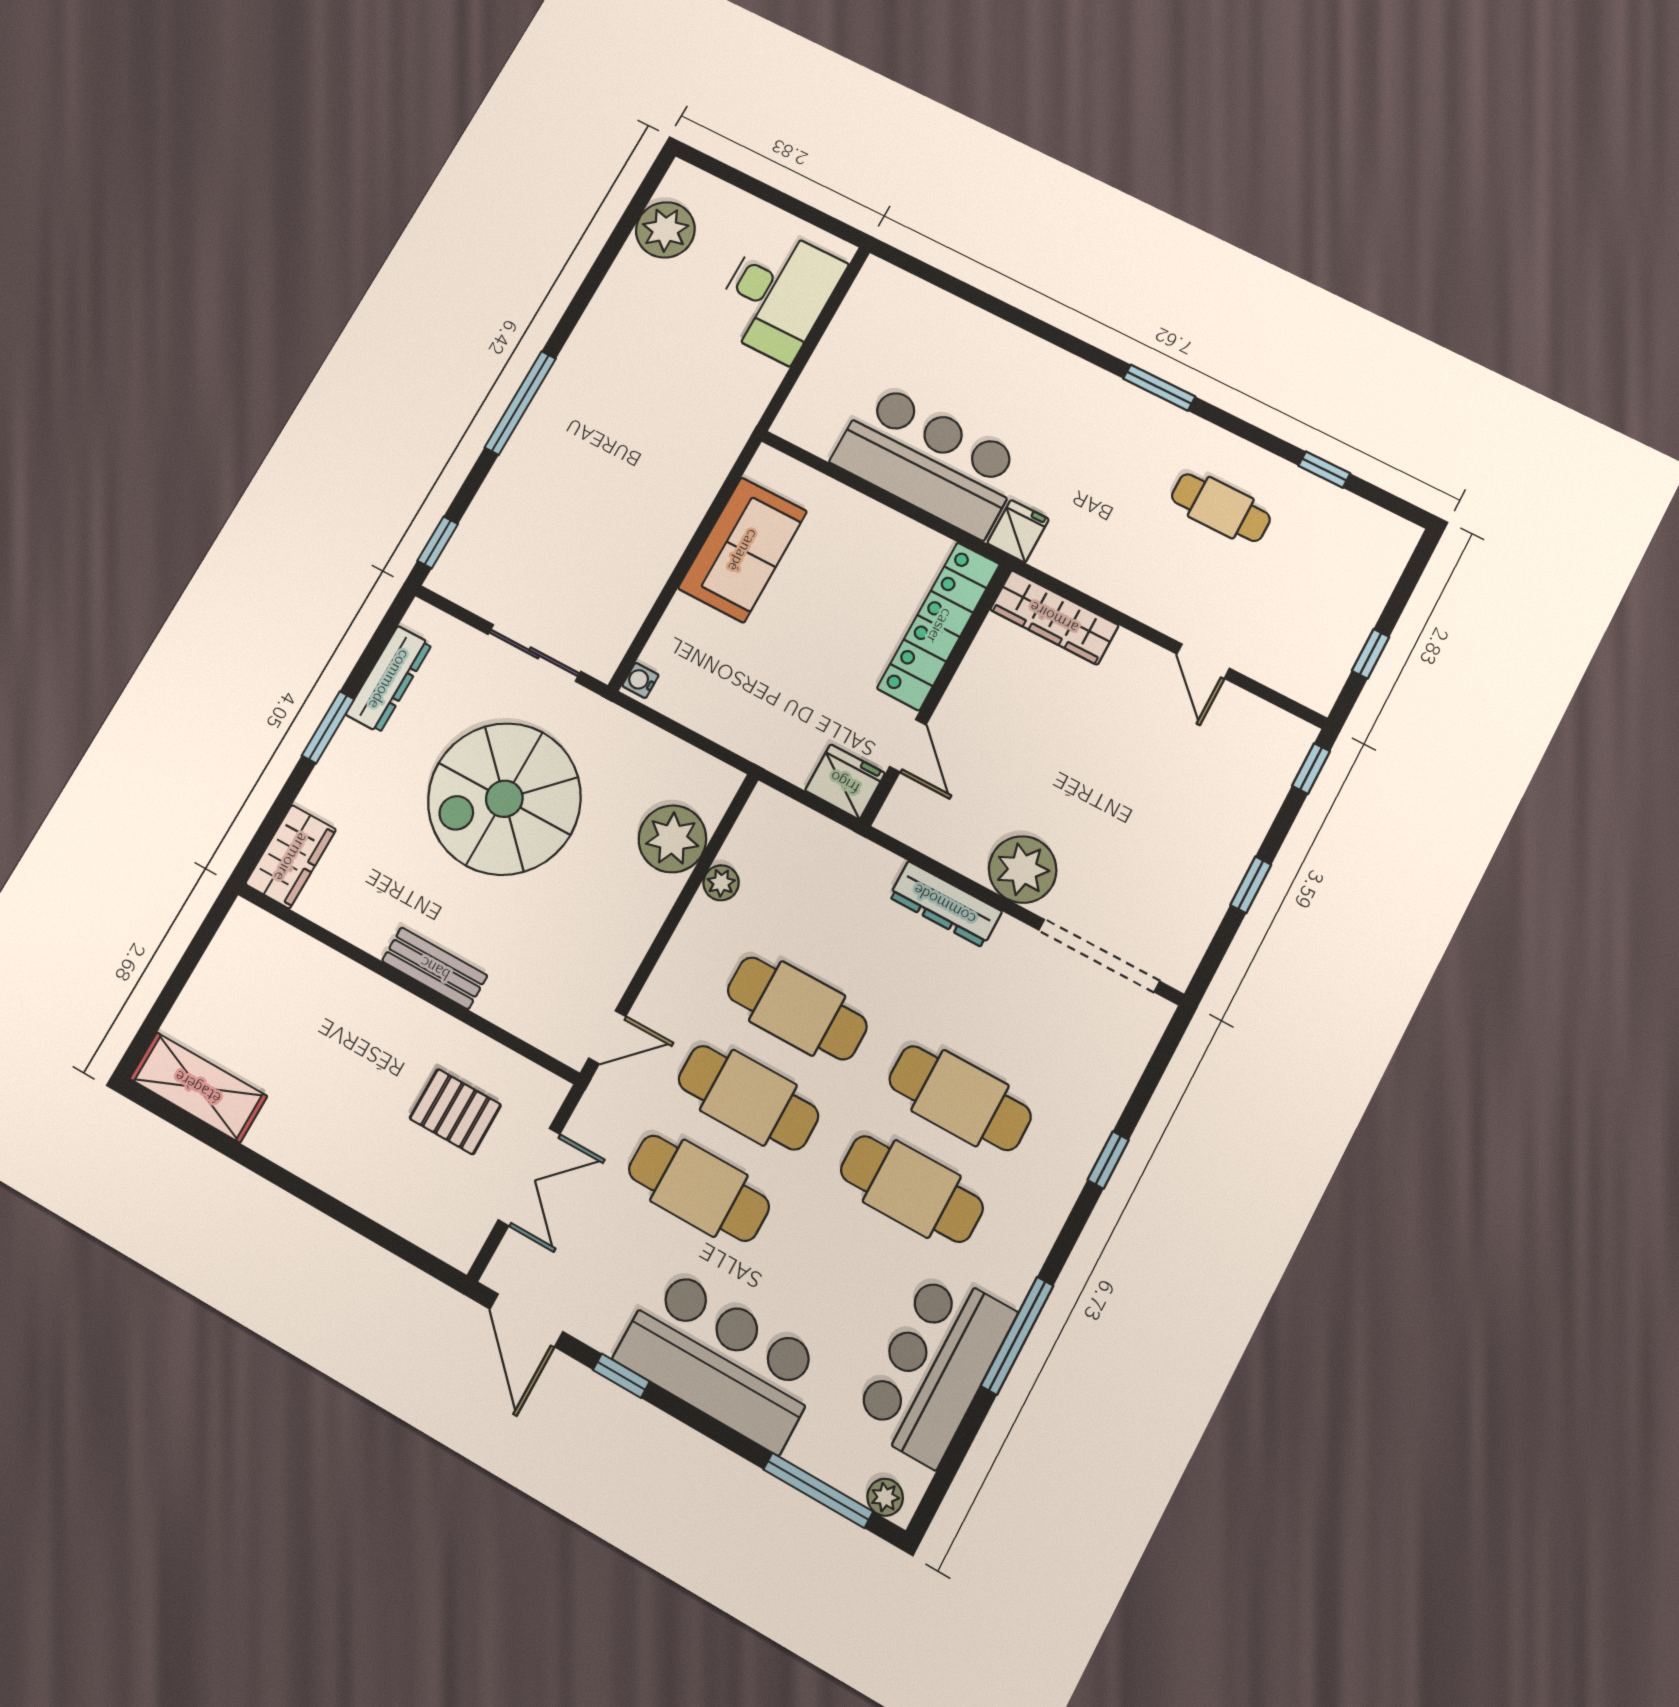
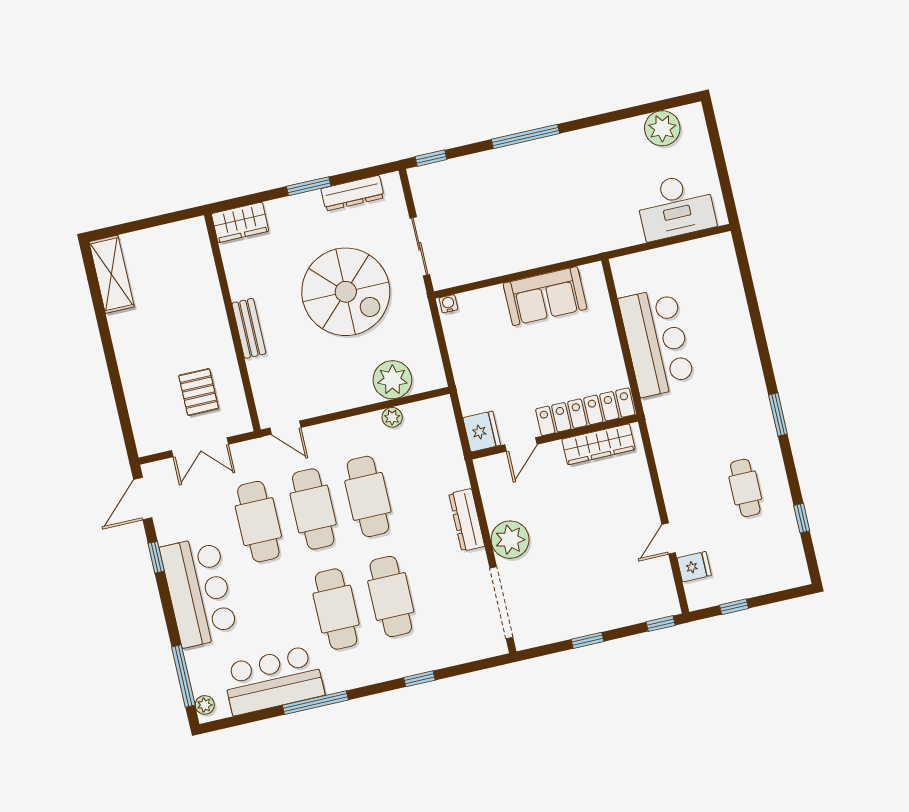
fridge: (1018, 531) -> (694, 567), moved
wardrobe: (1054, 617) -> (599, 444), moved, turned -90
spiral stairs: (504, 799) -> (346, 292), turned 180

